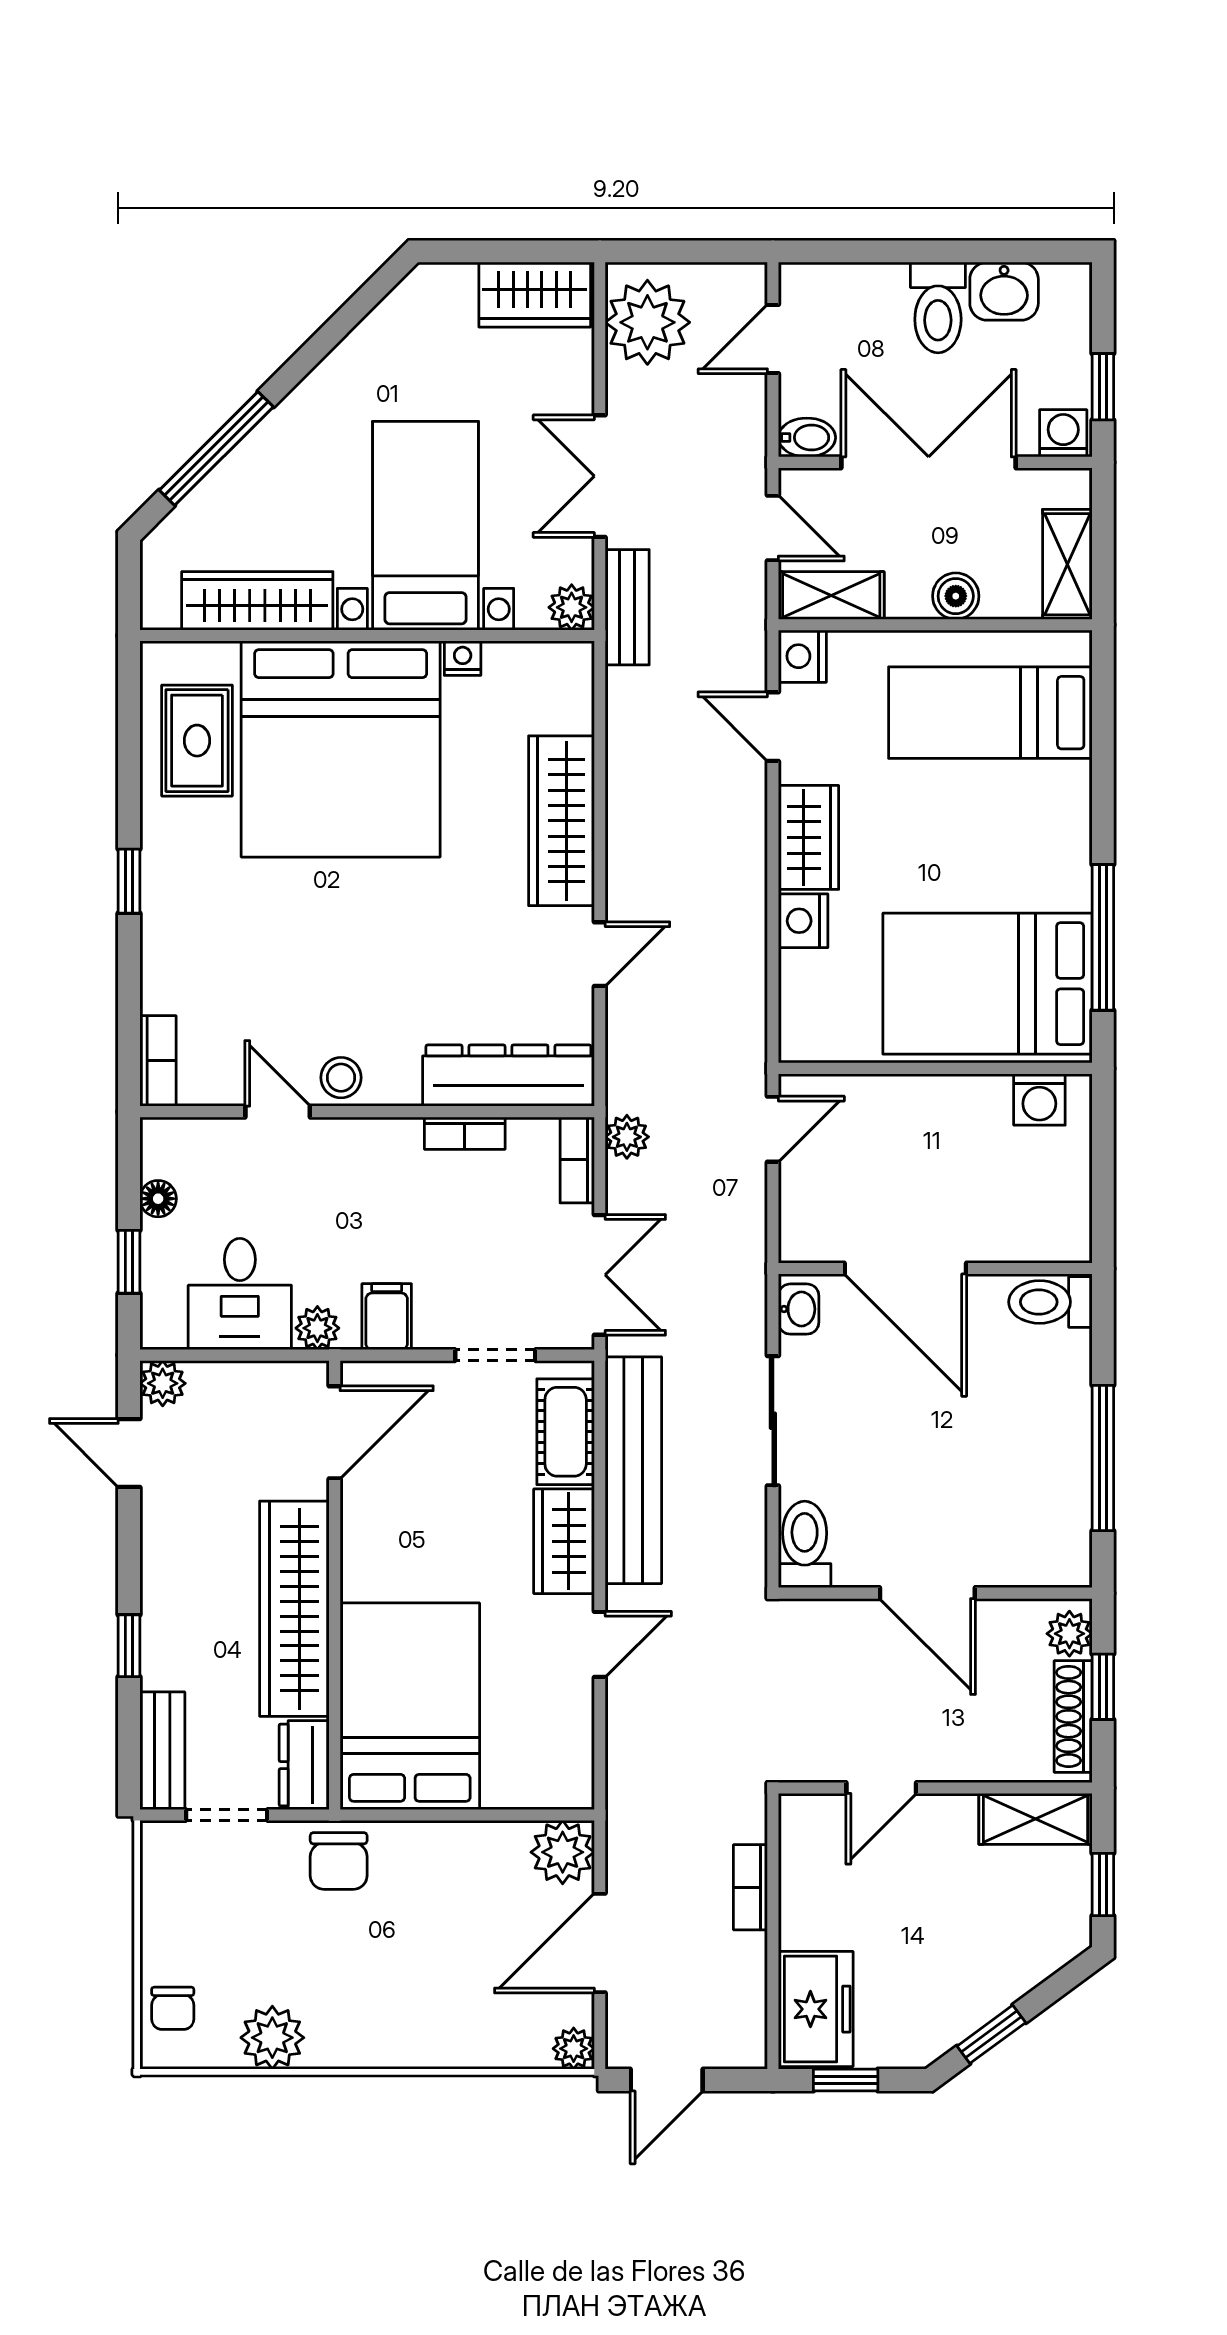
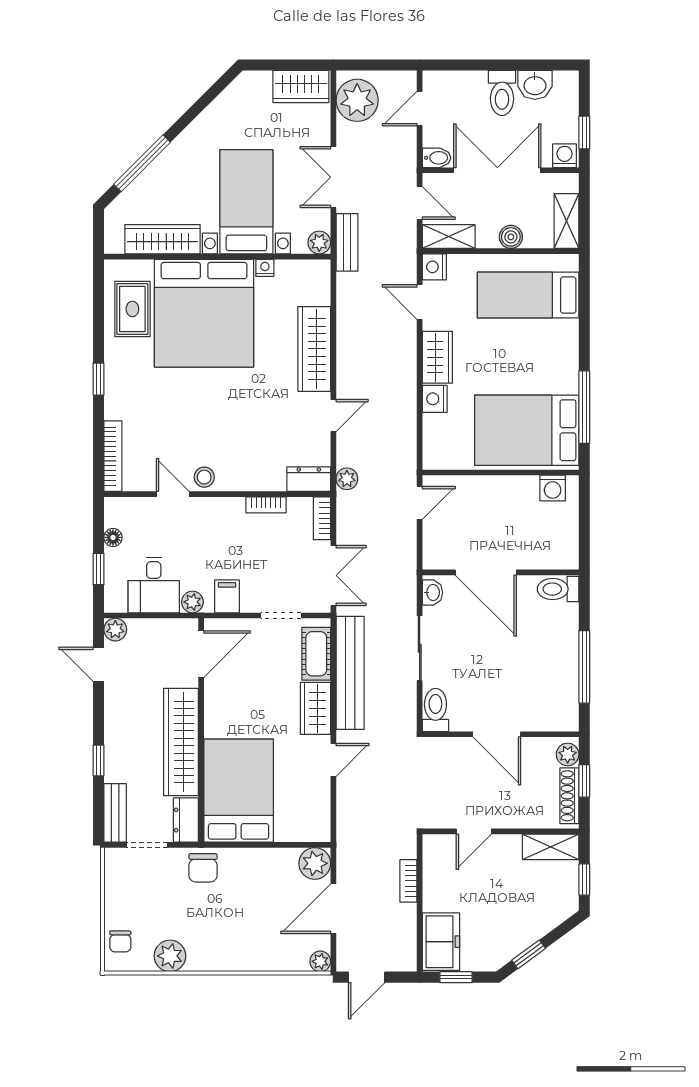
bookcase: (158, 1061) -> (113, 456), width x1.56
dresser: (508, 1076) -> (309, 479), width x0.51, depth x0.80
plant: (627, 1137) -> (347, 479), moved

